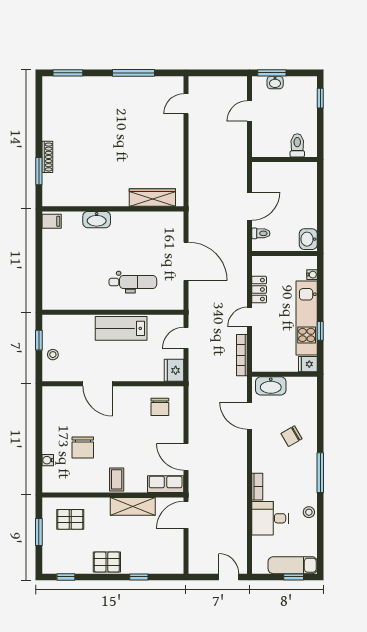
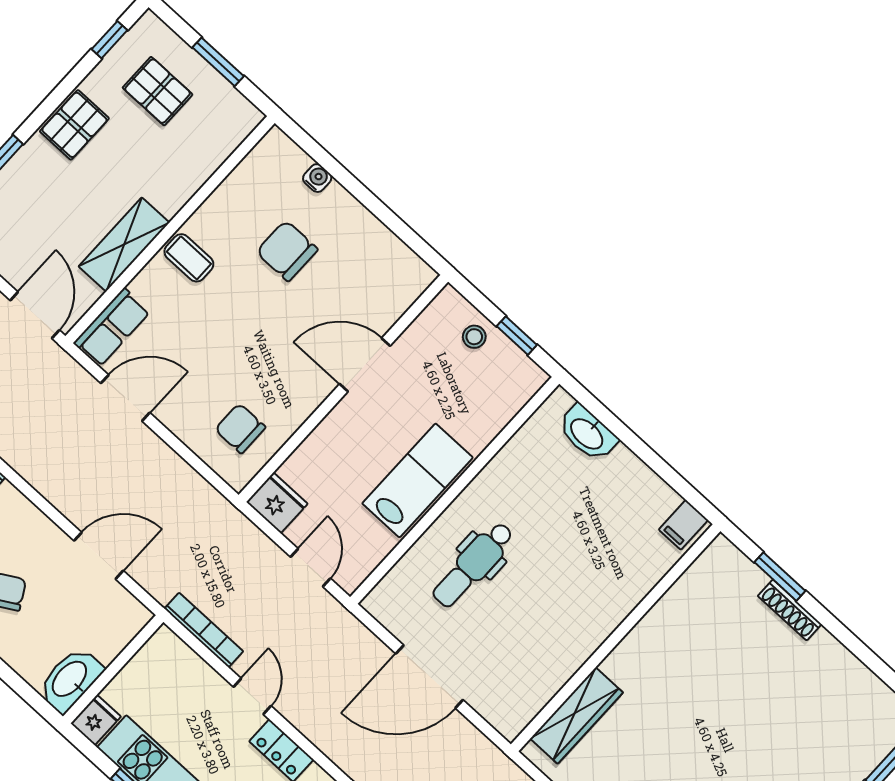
washbasin: (97, 220) -> (587, 433), moved, turned -90
washbasin: (271, 386) -> (70, 680), moved
pallet: (70, 519) -> (158, 91), moved, turned 90

